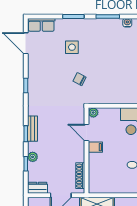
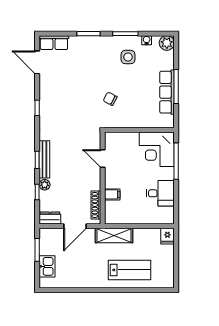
side table: (72, 47) -> (128, 57), moved
chair: (79, 79) -> (110, 99), moved
plant: (93, 113) -> (110, 137), removed
bench: (32, 129) -> (44, 159), width x1.36
filing cabinet: (95, 147) -> (112, 194), moved

